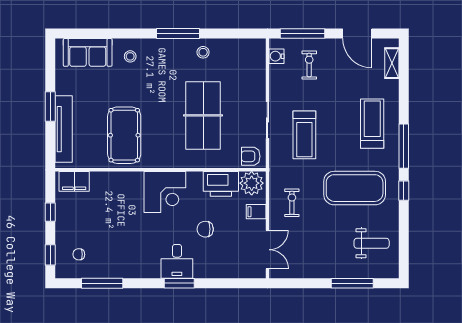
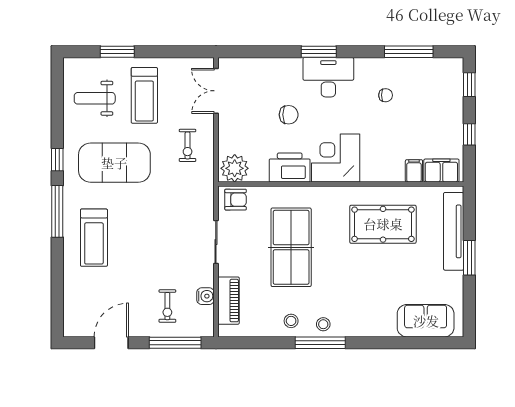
door: (357, 33) -> (111, 343), hinge flipped
stool: (130, 56) -> (323, 324), moved
water cooler: (276, 56) -> (205, 296), moved
shelving: (392, 63) -> (71, 308), removed
piano: (257, 70) -> (228, 301), added
pool table: (124, 135) -> (383, 224), turned 90
treadmill: (304, 135) -> (144, 95), moved, turned 180
printer: (221, 184) -> (290, 168), moved
filing cabinet: (256, 212) -> (414, 171), moved, turned -90
chair: (79, 254) -> (386, 95), moved
desk: (177, 261) -> (328, 77), width x1.37
window: (352, 283) -> (117, 52), width x0.69

